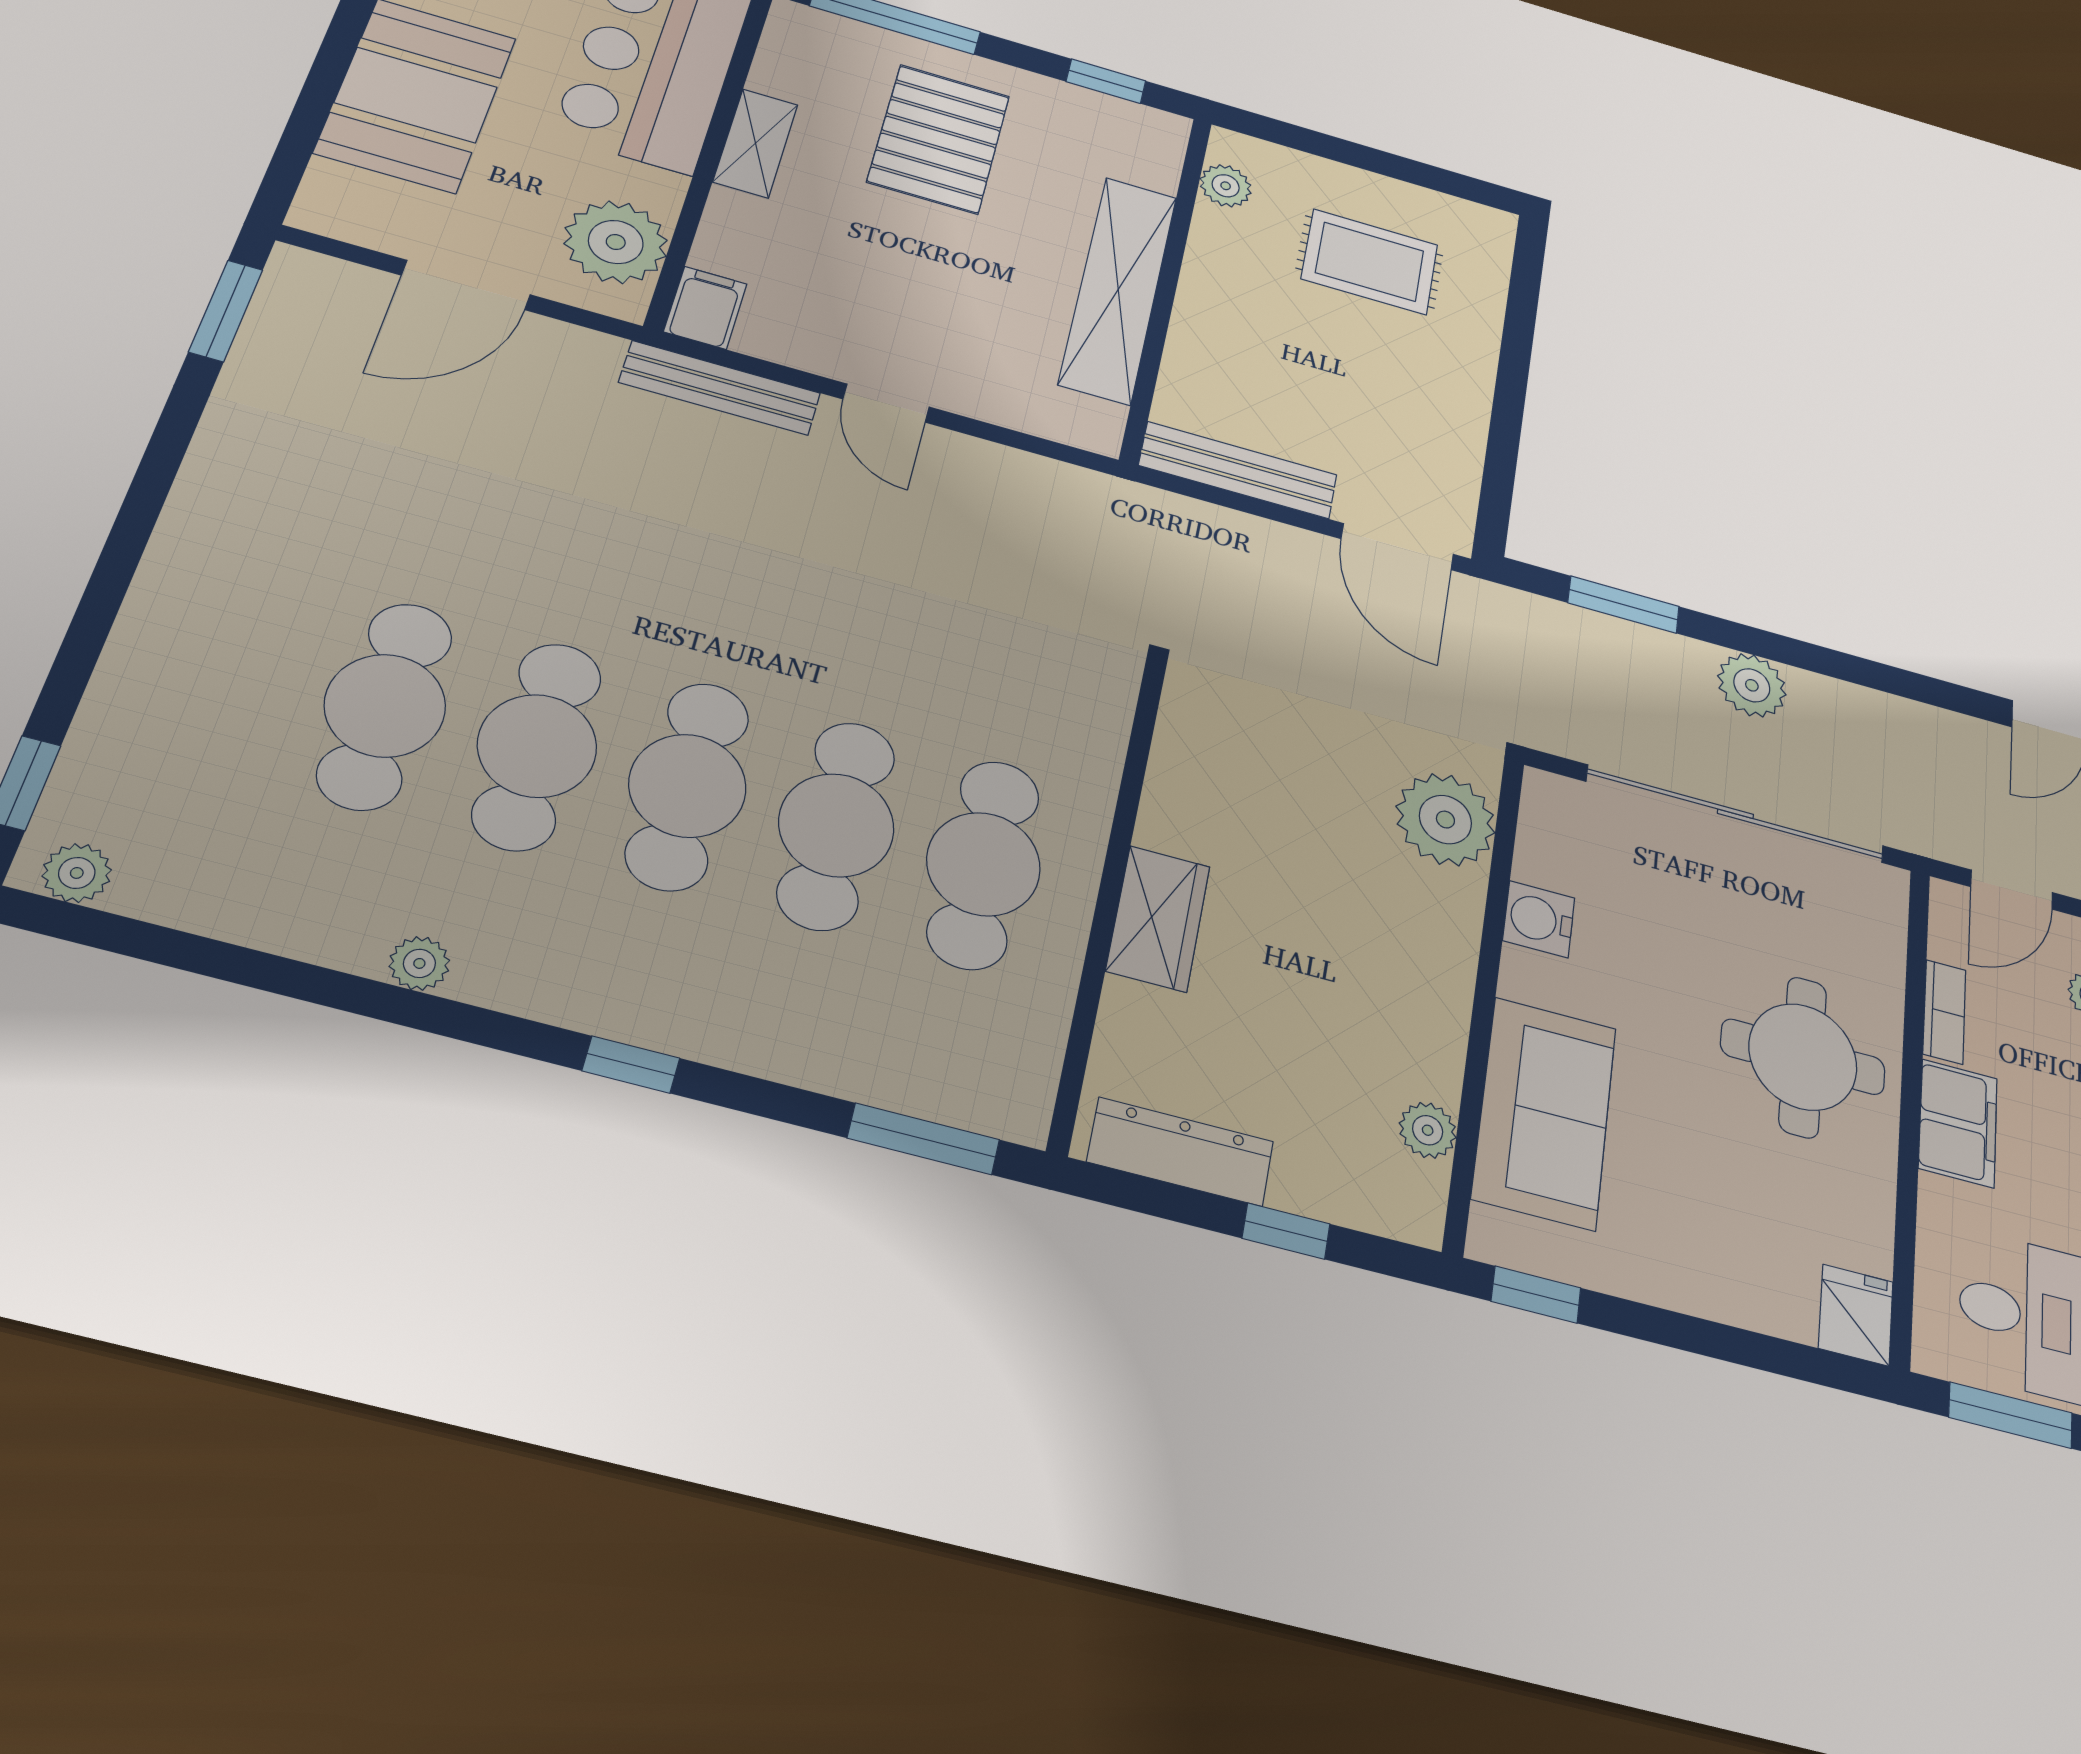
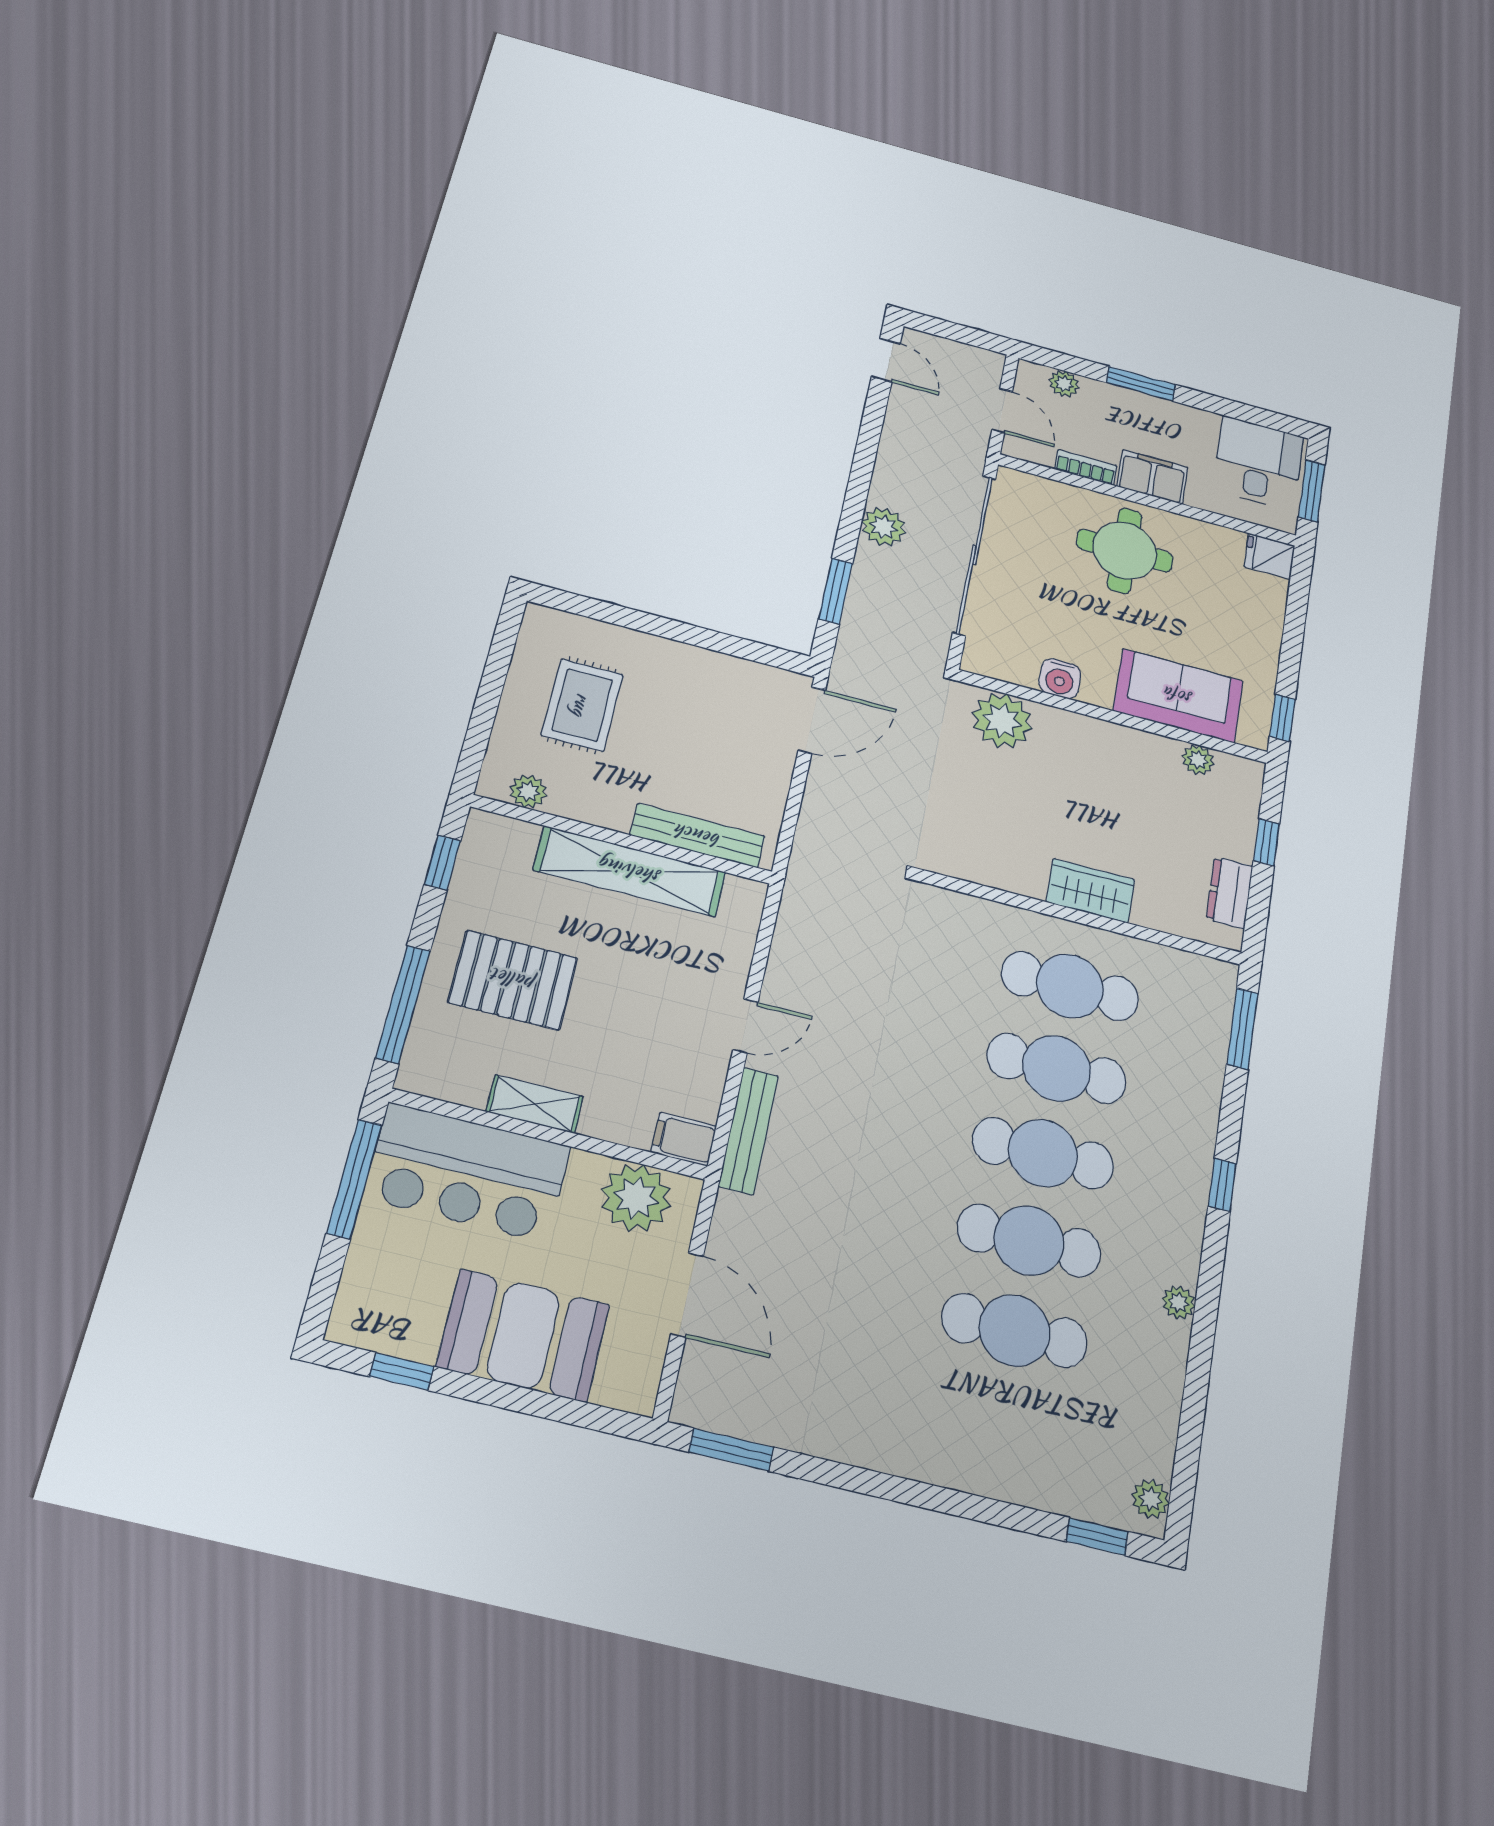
bench: (1238, 470) -> (698, 836), moved, turned 90
dresser: (1181, 1152) -> (1230, 893), width x0.70

